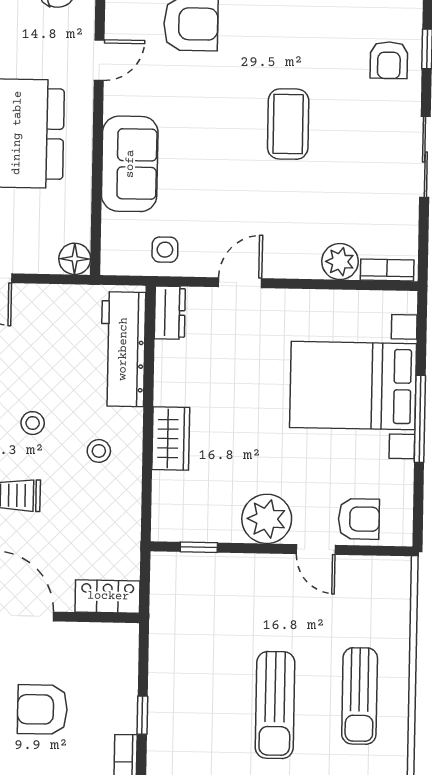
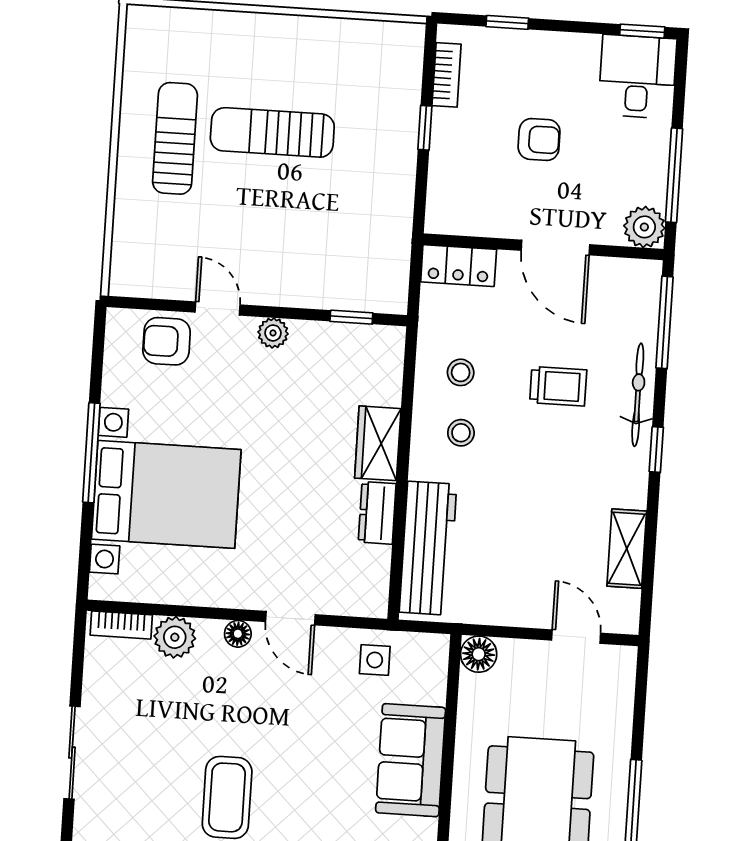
floor lamp: (285, 267) -> (238, 634), added
door: (240, 283) -> (290, 618), hinge flipped
dresser: (170, 313) -> (377, 513), moved
stool: (33, 423) -> (461, 372), moved
plant: (267, 519) -> (273, 333), width x0.53, depth x0.53
sun lounger: (275, 705) -> (272, 132), turned -90
armchair: (42, 709) -> (539, 139), width x0.72, depth x0.72

